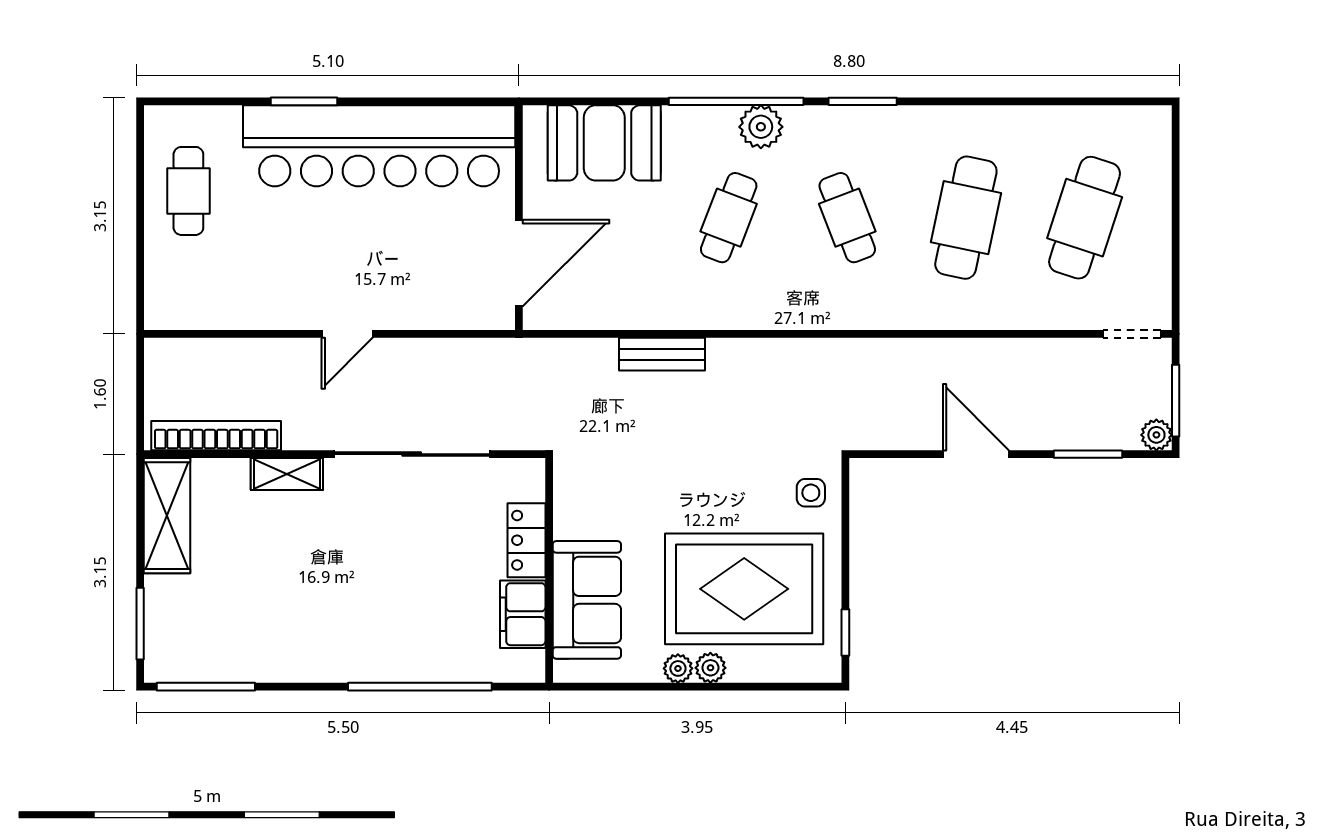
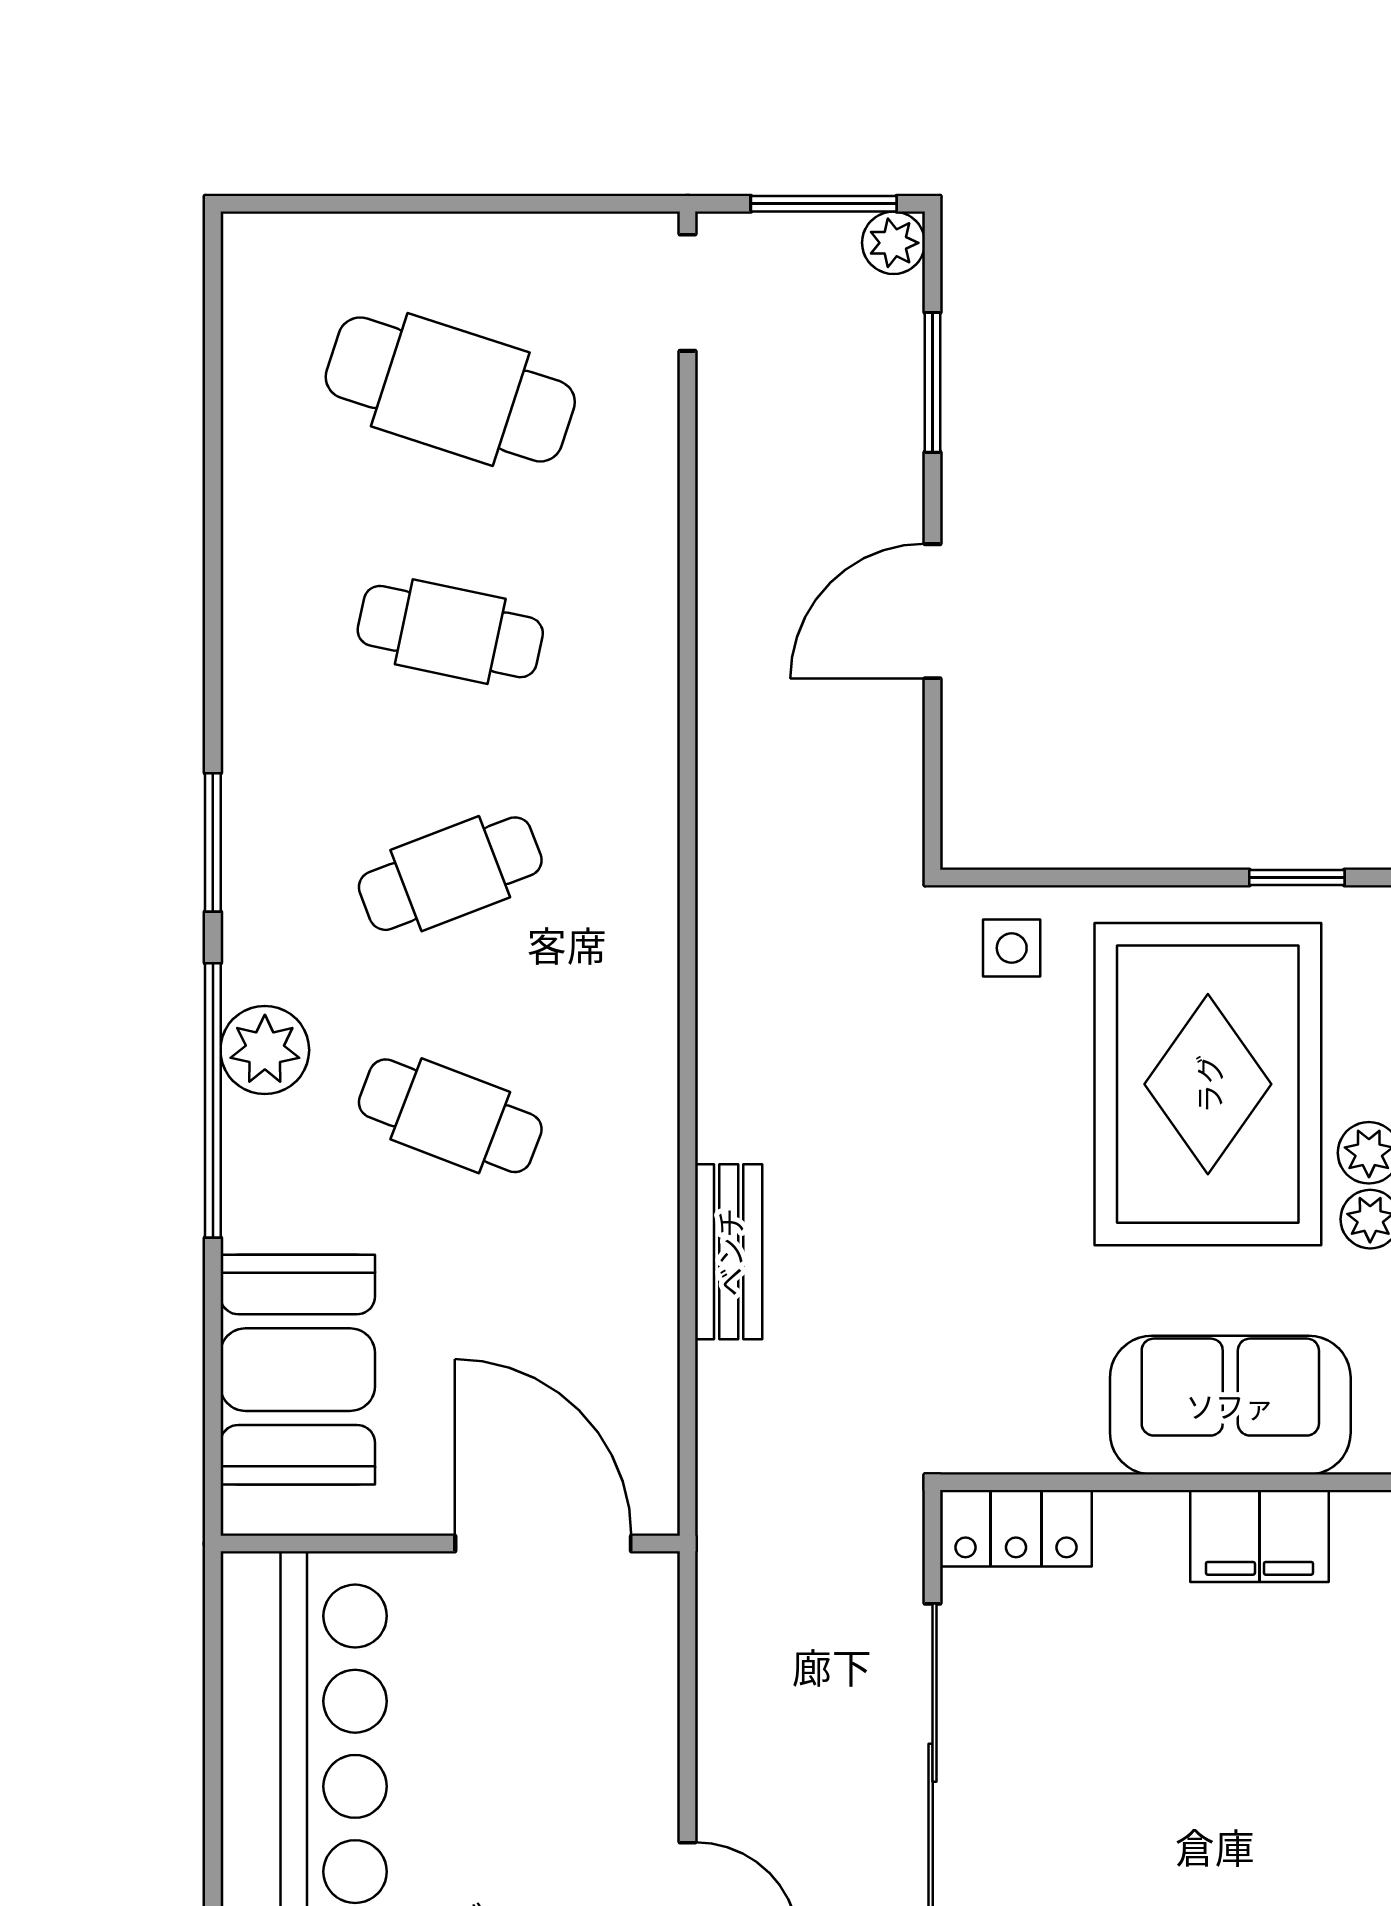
cafe table: (966, 218) -> (450, 632), width x0.73, depth x0.74
locker: (526, 540) -> (1016, 1528), moved

